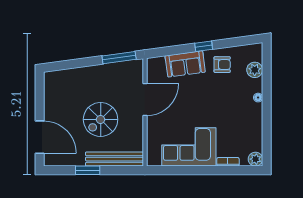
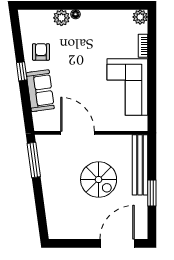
plant: (255, 70) -> (61, 18), moved

